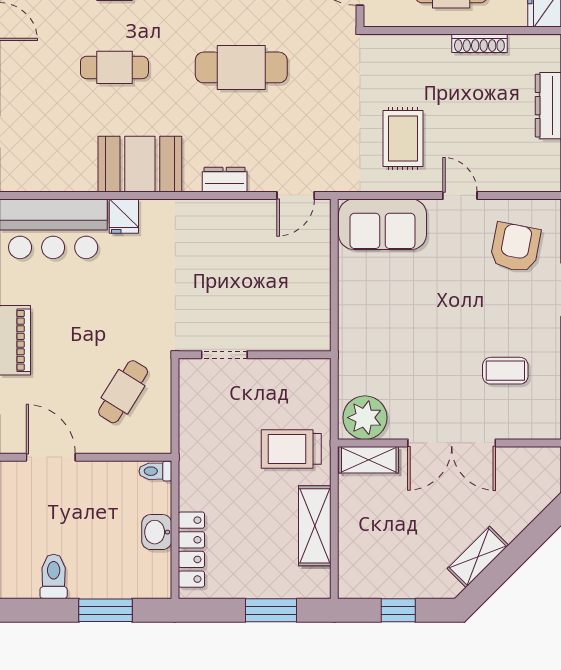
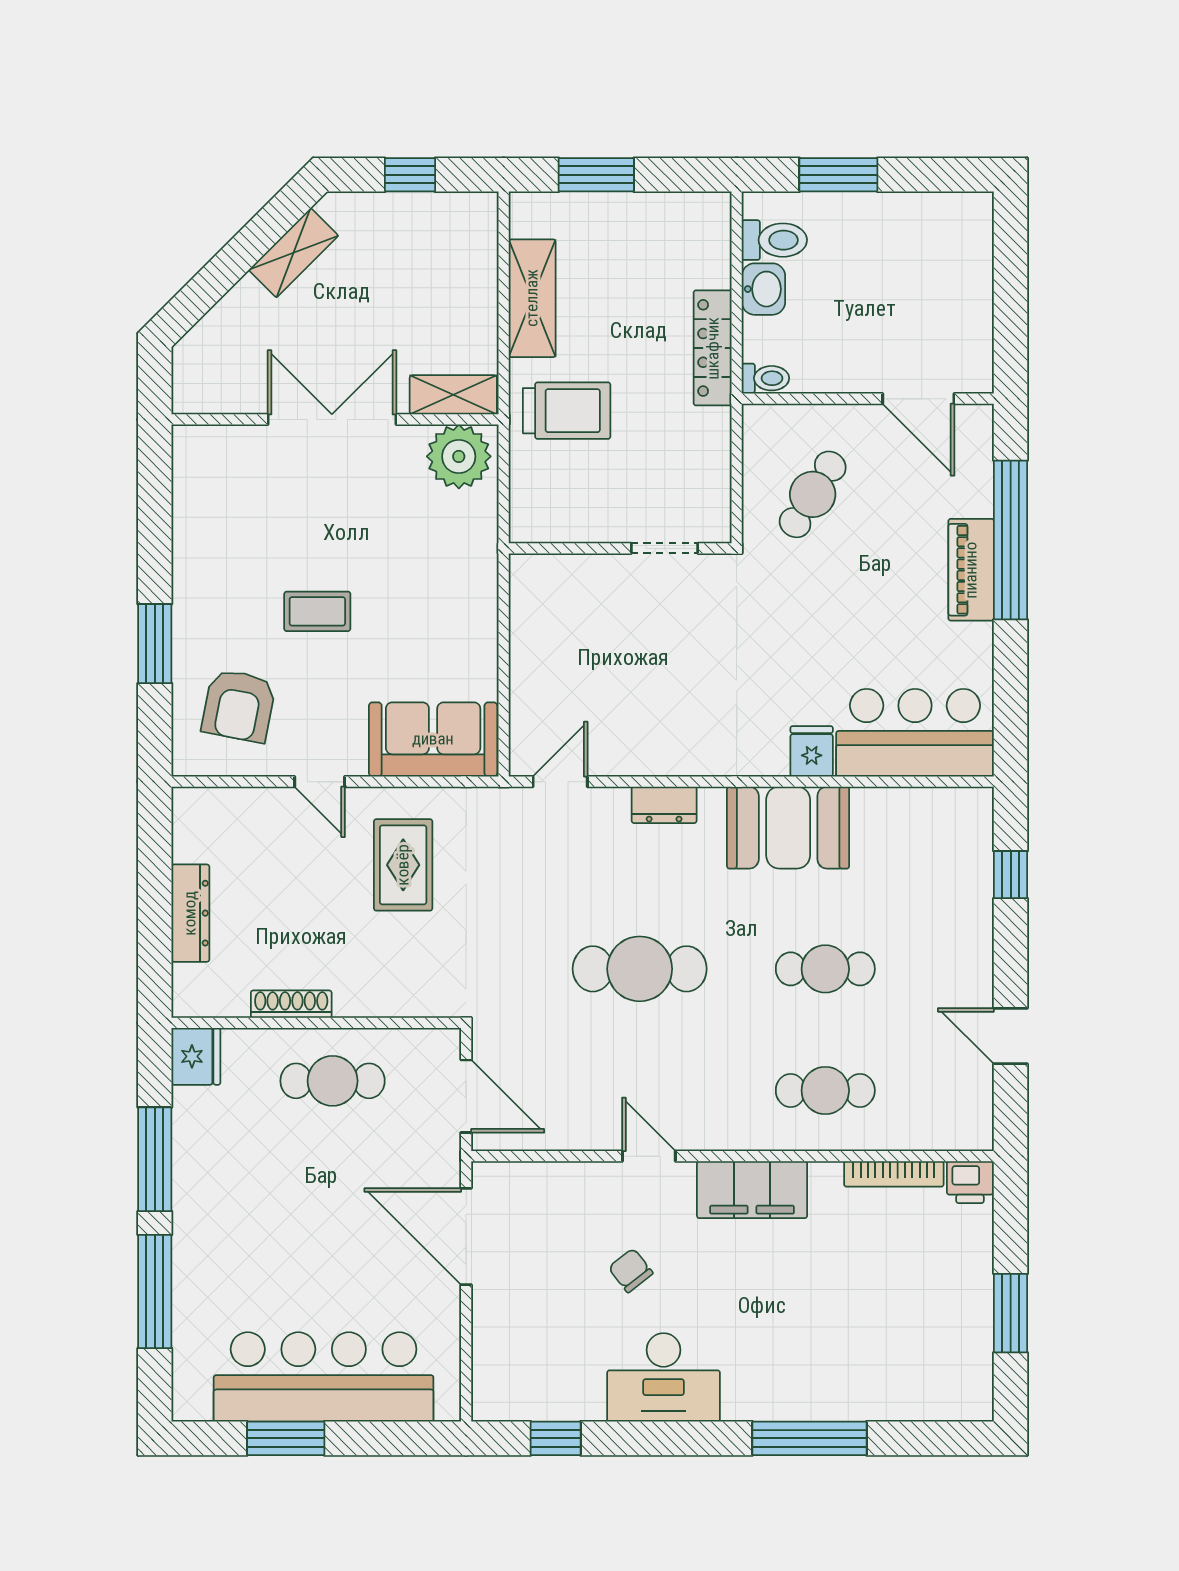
coffee table: (505, 371) -> (317, 611), moved
locker: (191, 550) -> (713, 348), moved
toilet: (54, 577) -> (774, 240), moved, turned -90

